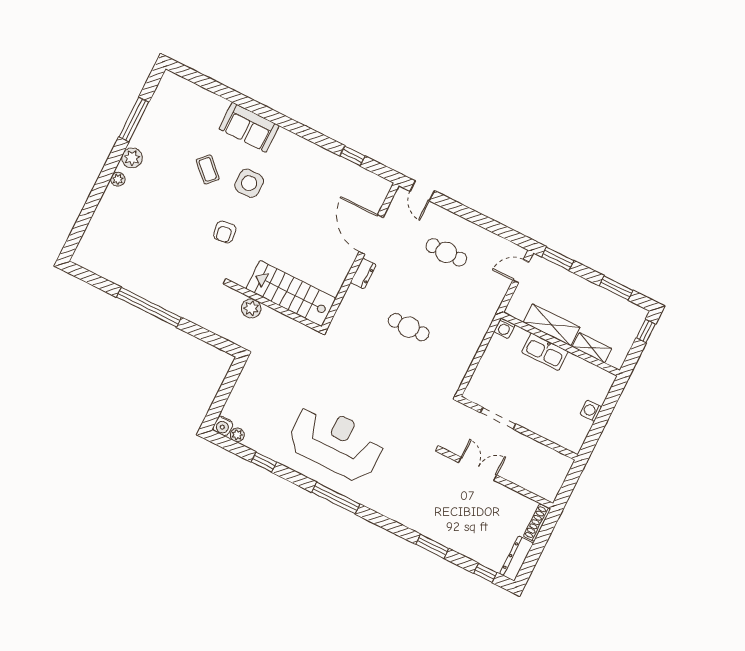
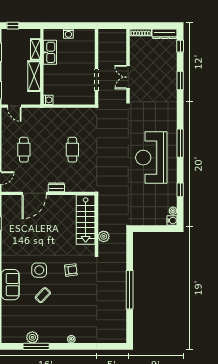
plant: (132, 158) -> (32, 337), moved
kitchen sink: (545, 352) -> (50, 52), moved

